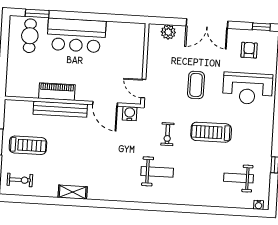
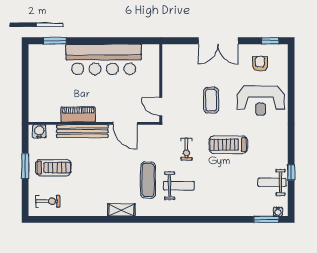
plant: (168, 32) -> (181, 51), removed
bar counter: (76, 35) -> (104, 59), width x1.36
cafe table: (30, 36) -> (49, 62), removed
water cooler: (130, 114) -> (39, 131), moved
exercise mat: (126, 164) -> (148, 180), added
weight bench: (239, 178) -> (272, 182), moved
shelving: (73, 192) -> (121, 210), moved
window: (246, 212) -> (266, 219), added

